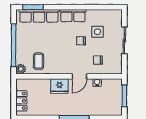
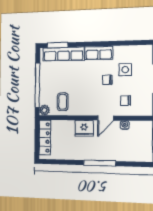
locker: (21, 101) -> (45, 137), width x1.53

